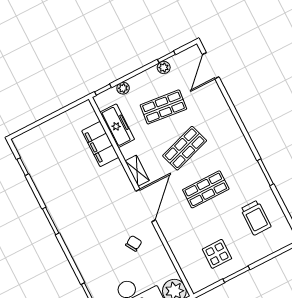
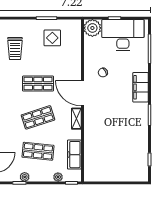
filing cabinet: (100, 144) -> (140, 87), moved, turned 180
door: (146, 205) -> (82, 93), hinge flipped
trolley: (256, 218) -> (15, 48), turned 180

